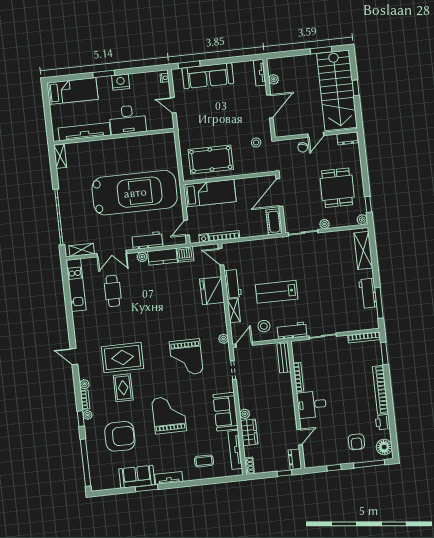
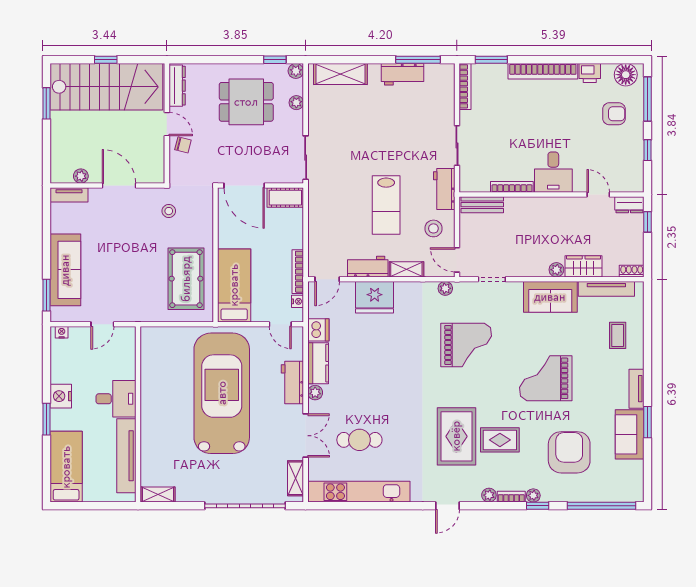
desk: (128, 120) -> (116, 399), width x0.73
dresser: (347, 138) -> (177, 86), width x1.44
plant: (325, 224) -> (296, 103), moved
kitchen unit: (76, 285) -> (359, 492), width x1.36

